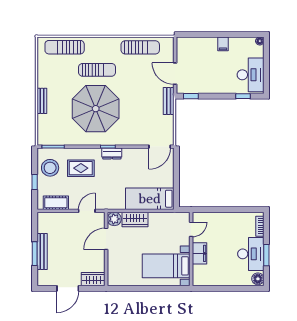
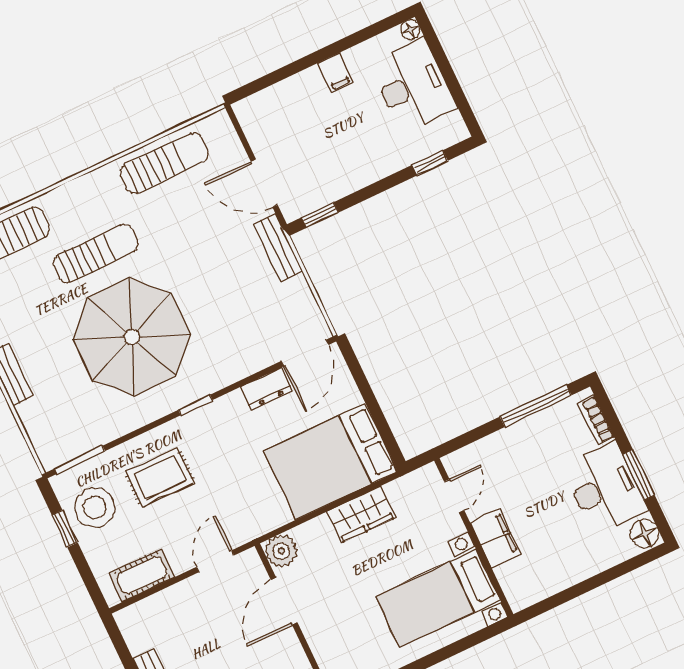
desk: (251, 75) -> (413, 86), moved
dresser: (112, 153) -> (267, 389), moved
window: (35, 182) -> (65, 529), moved
bed: (150, 199) -> (331, 461), width x1.50
window: (239, 210) -> (536, 406), added
wardrobe: (135, 219) -> (361, 514), moved

